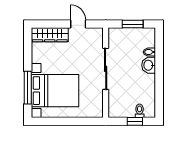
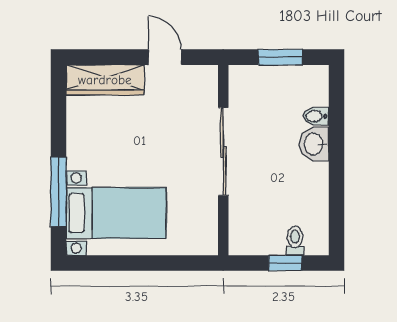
bed with nightstands: (55, 91) -> (116, 213), width x0.73

